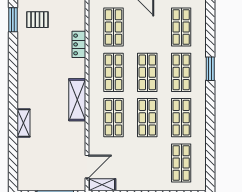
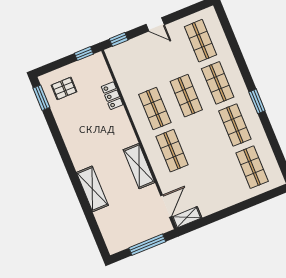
shop shelf: (113, 27) -> (138, 66), removed
window: (210, 69) -> (257, 101), moved
shelving: (77, 100) -> (139, 166), moved
shop shelf: (147, 118) -> (203, 138), removed
shelving: (24, 123) -> (92, 189), width x1.50, depth x1.33

